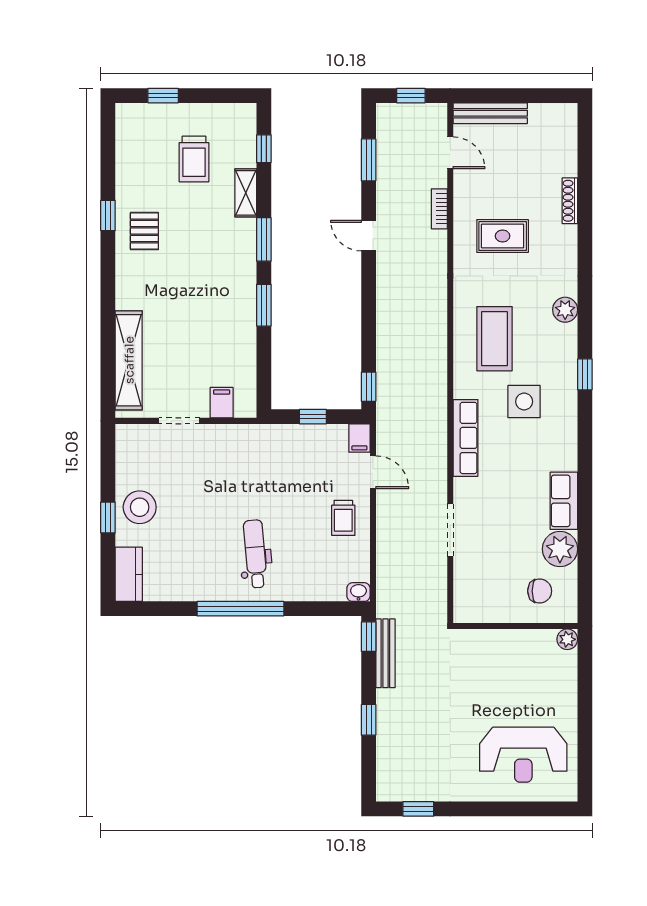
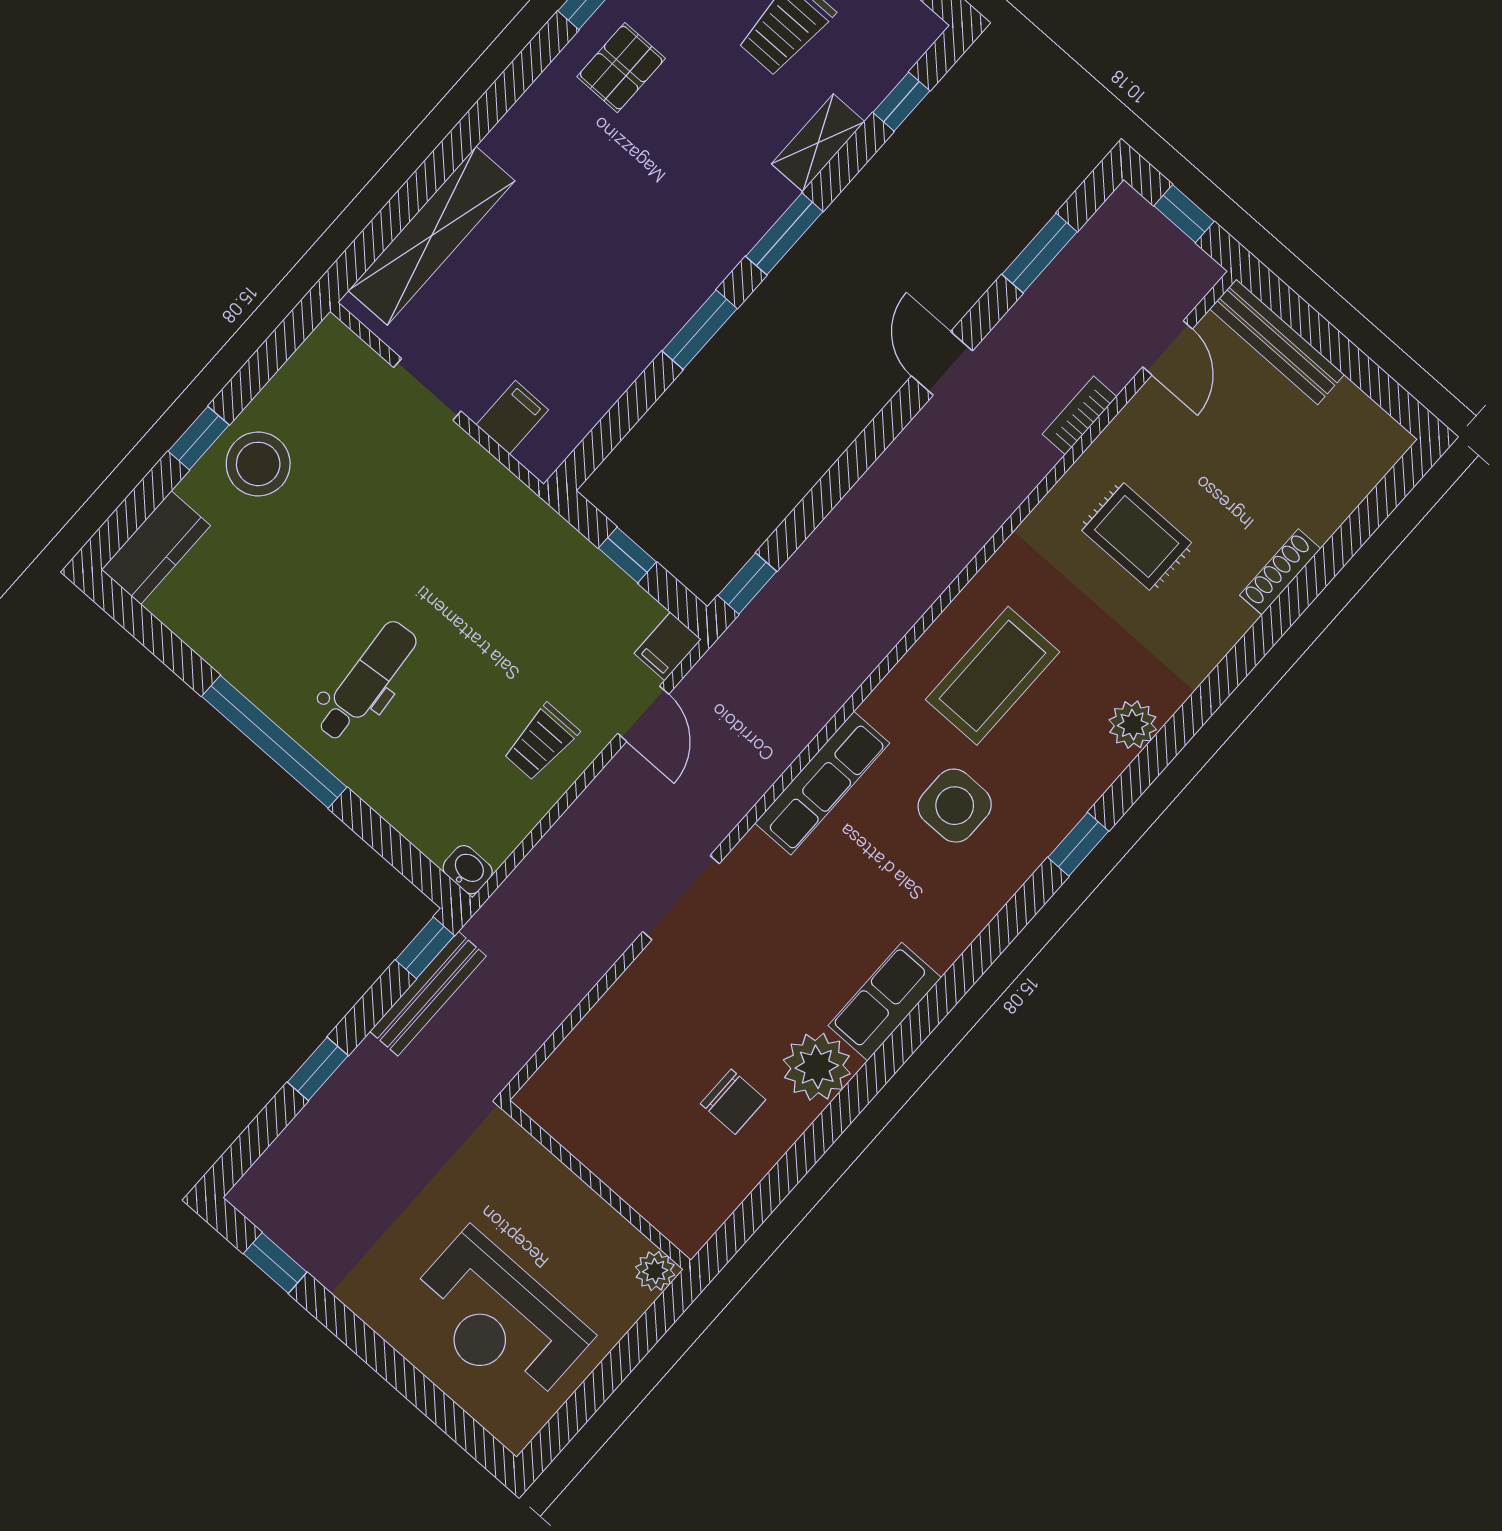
wall: (515, 626) -> (596, 1185), moved
plant: (567, 639) -> (655, 1271), moved

